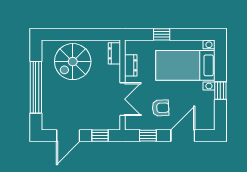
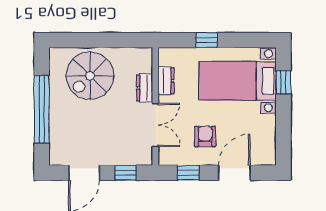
dresser: (114, 53) -> (145, 88), moved
window: (220, 91) -> (283, 82), moved
armchair: (161, 108) -> (205, 136), turned -87

